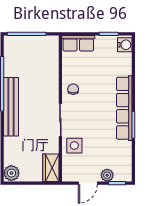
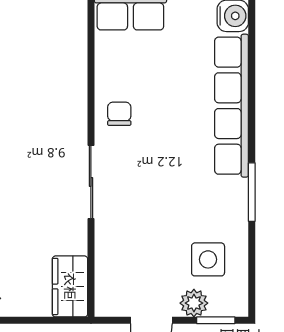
row of seats: (124, 108) -> (232, 106), moved
side table: (74, 146) -> (208, 259), moved

